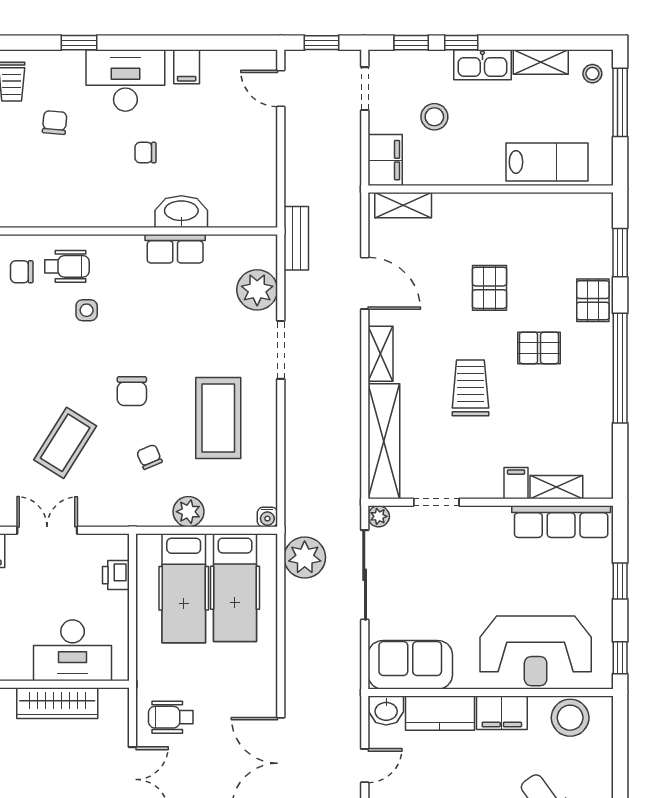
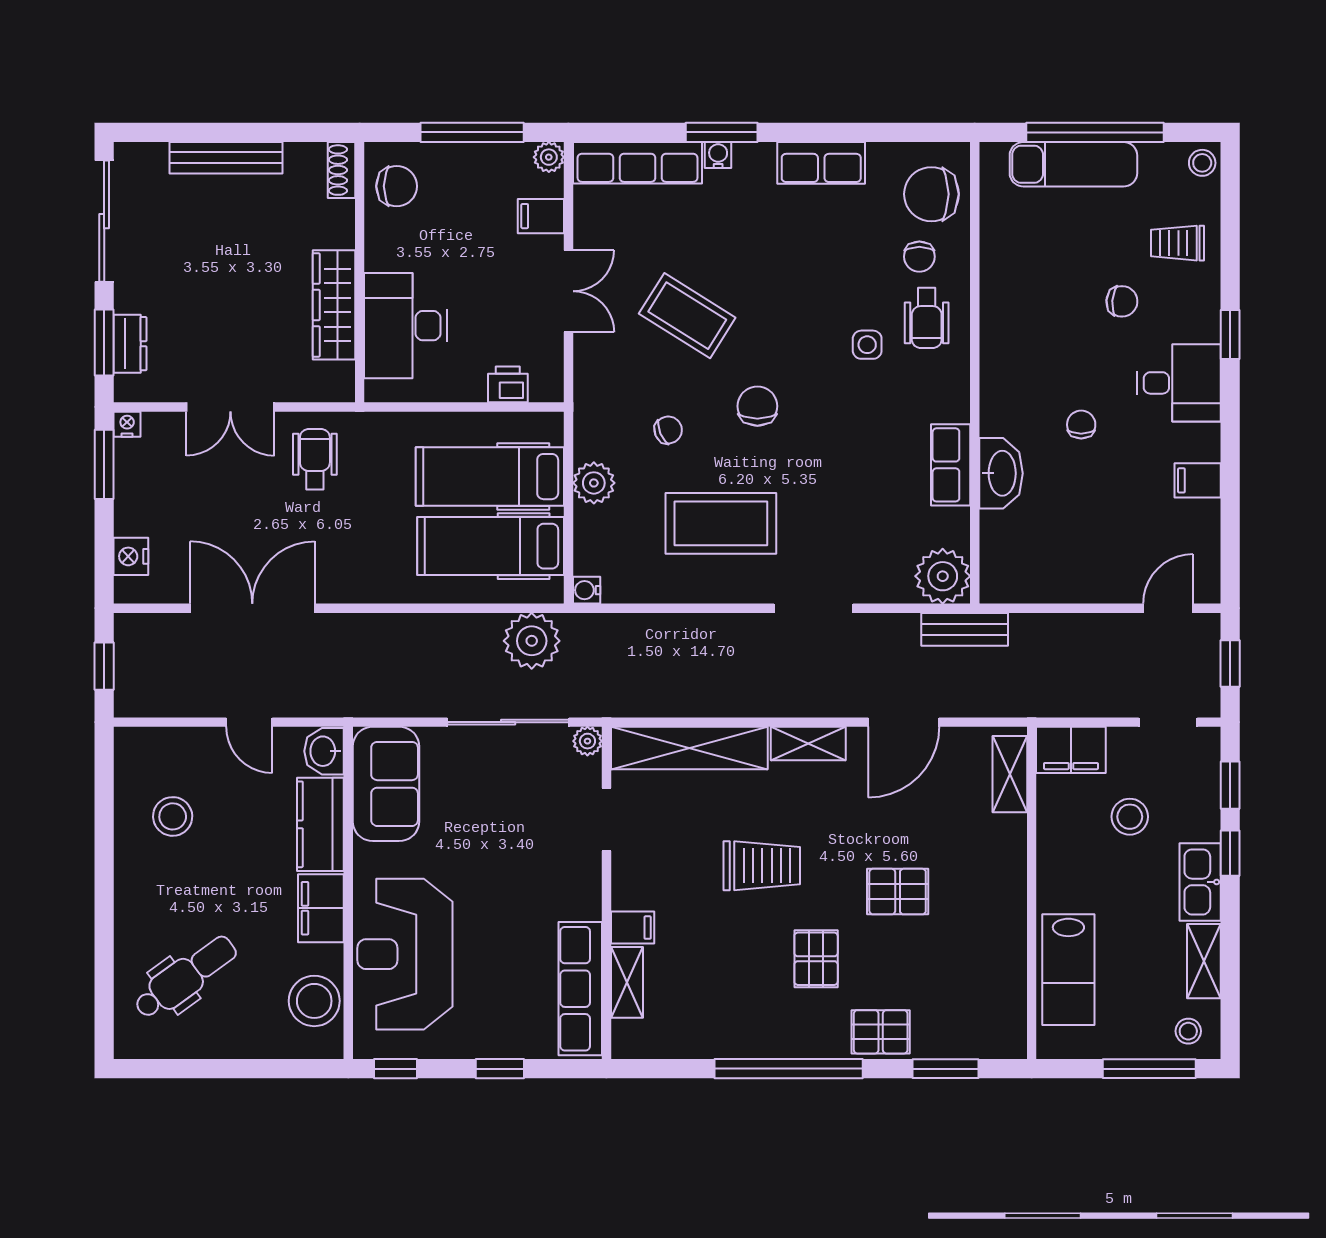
desk: (125, 81) -> (1179, 383), width x0.73
chair: (22, 272) -> (919, 257), turned 180
plant: (257, 290) -> (943, 576), moved
chair: (132, 391) -> (757, 406), turned 90

